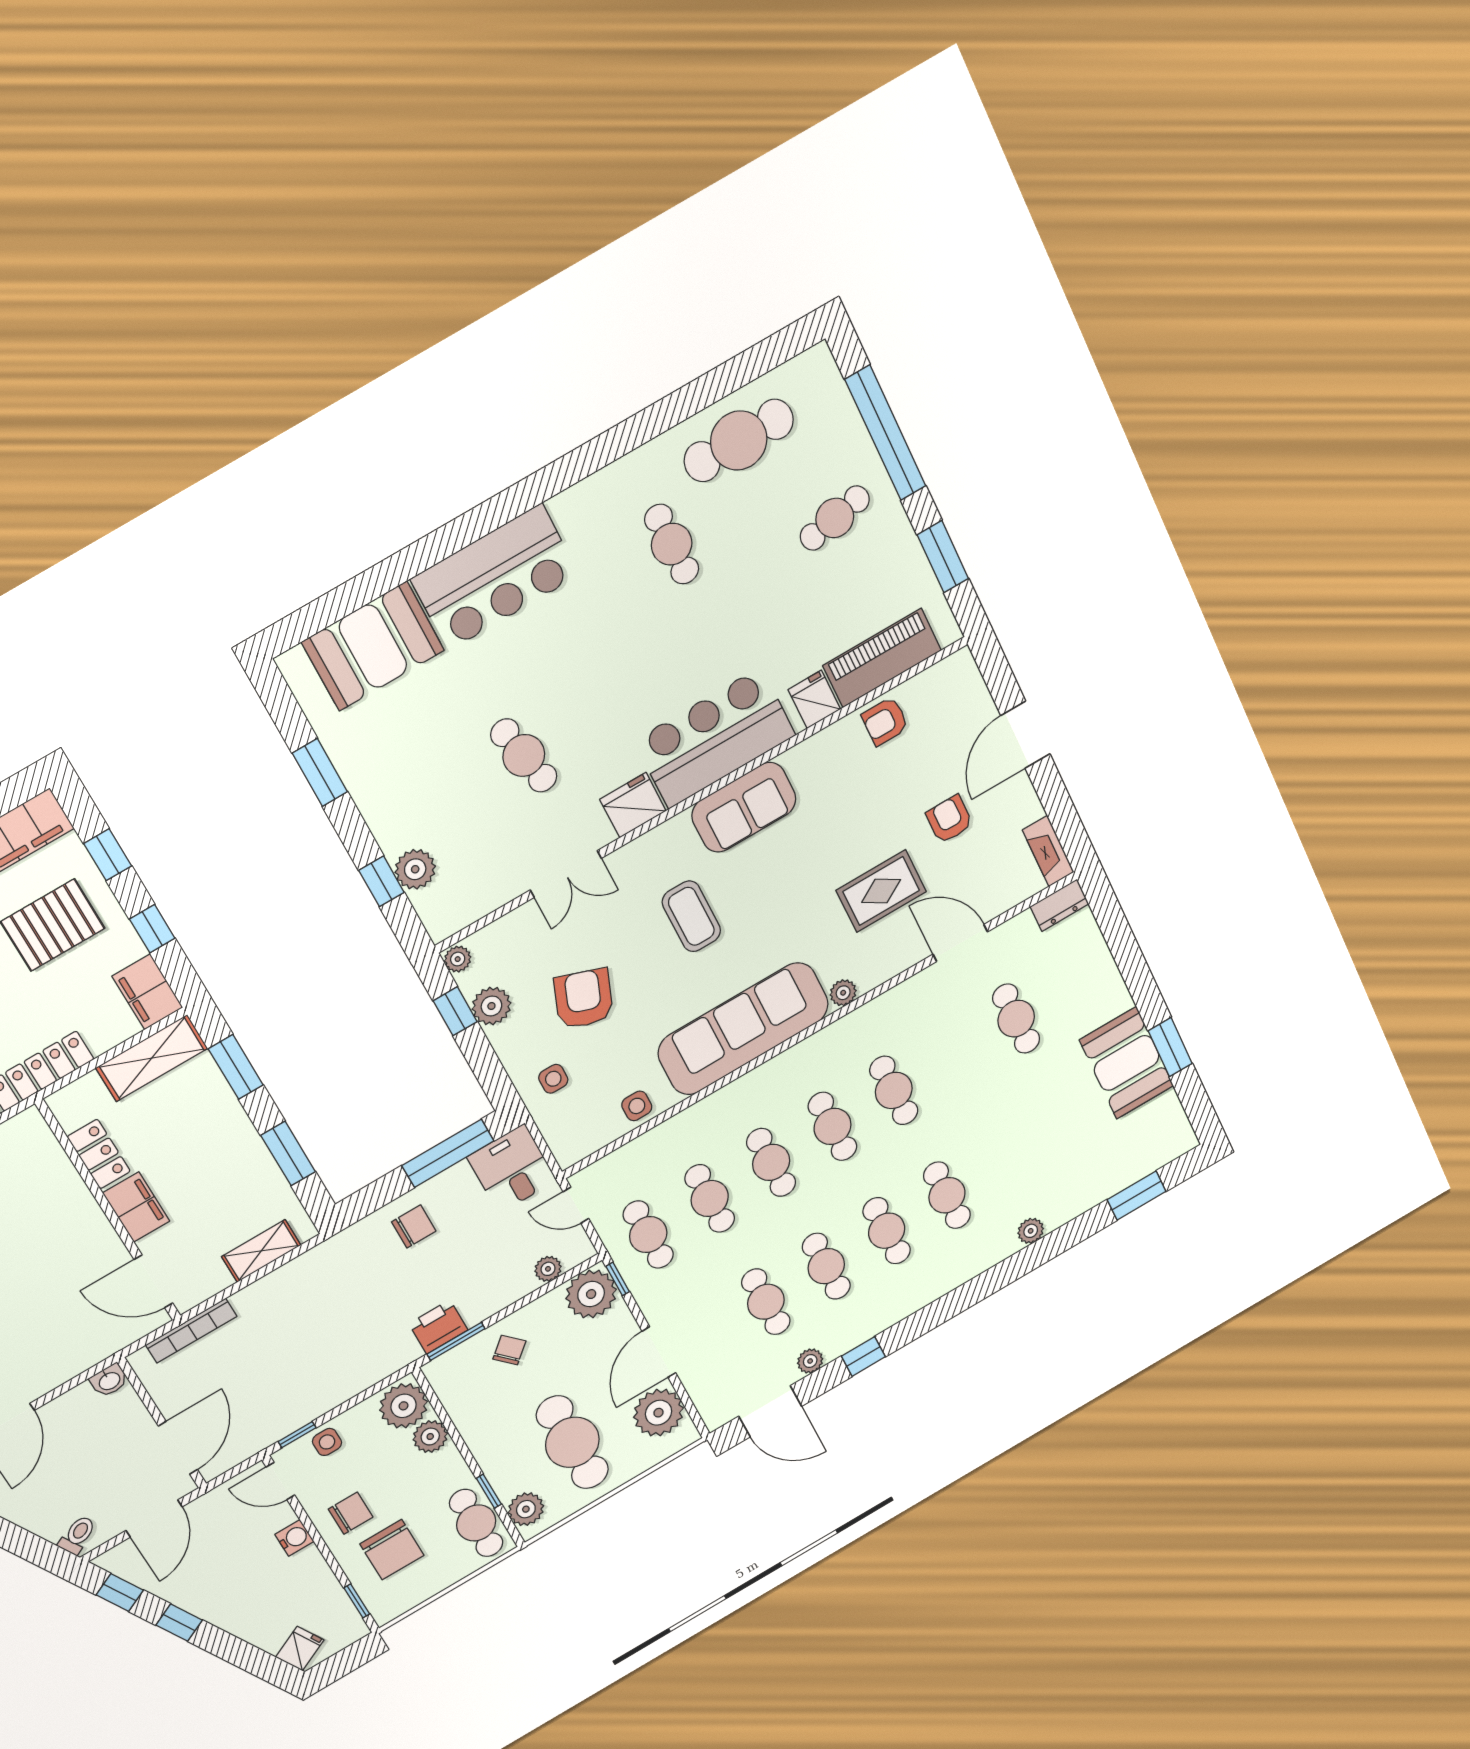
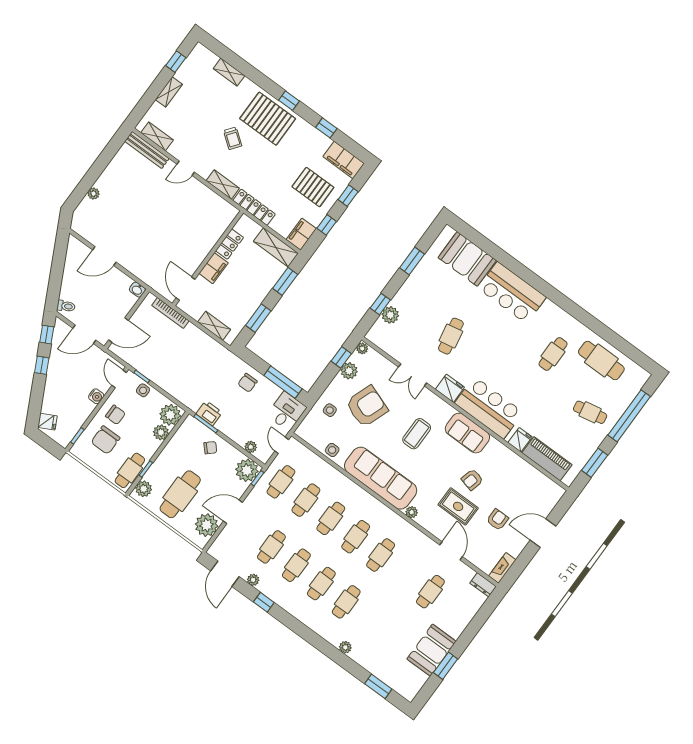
armchair: (885, 721) -> (472, 480), moved, turned -76
armchair: (584, 999) -> (367, 407), width x1.36, depth x1.36
chair: (414, 1226) -> (248, 383), turned 90

